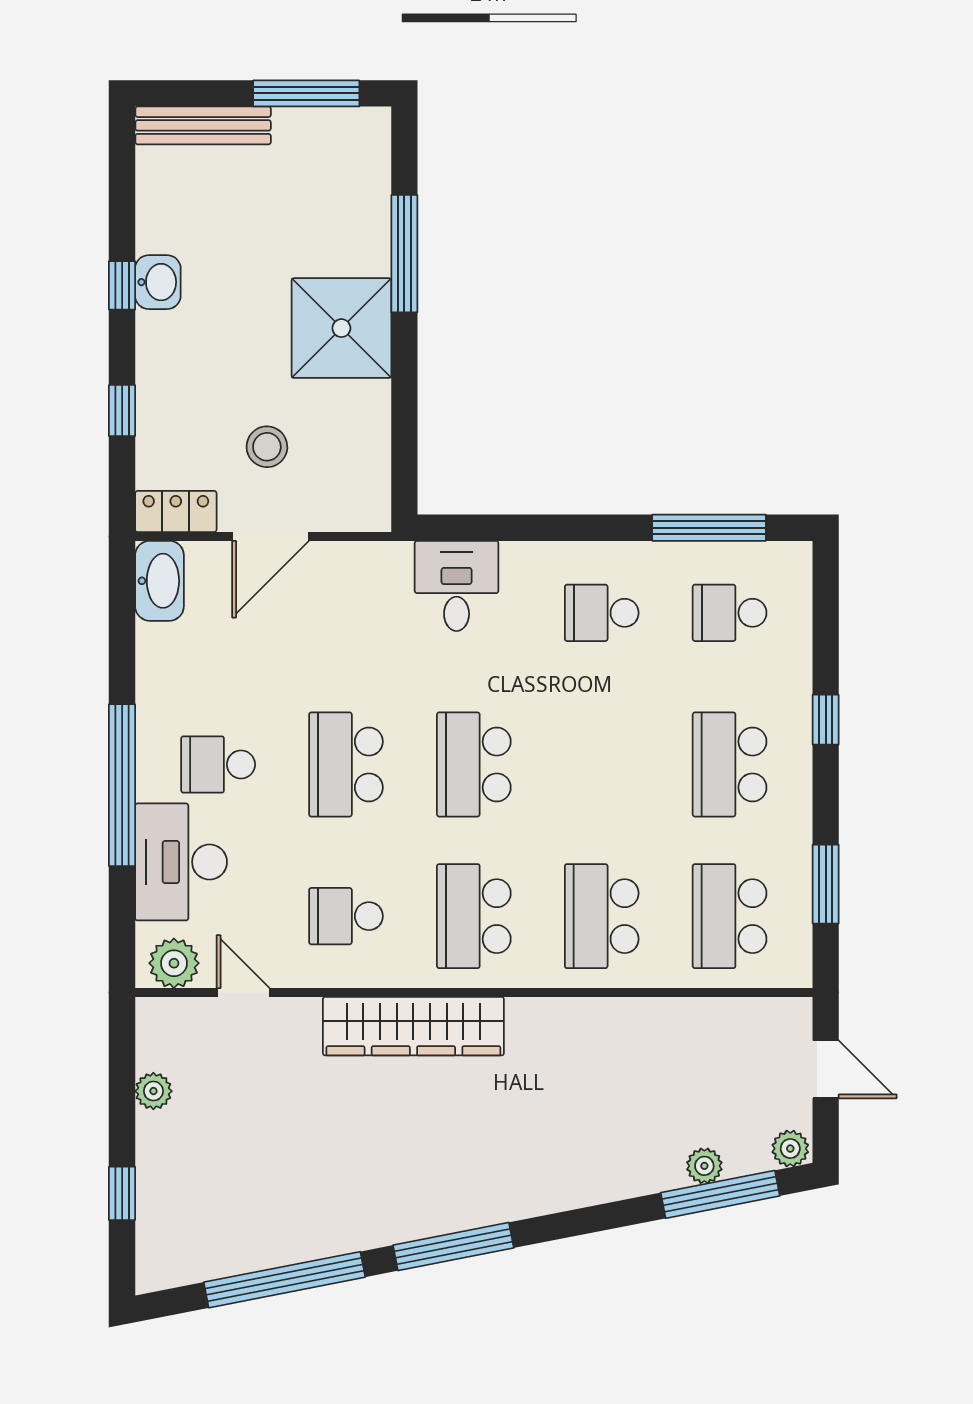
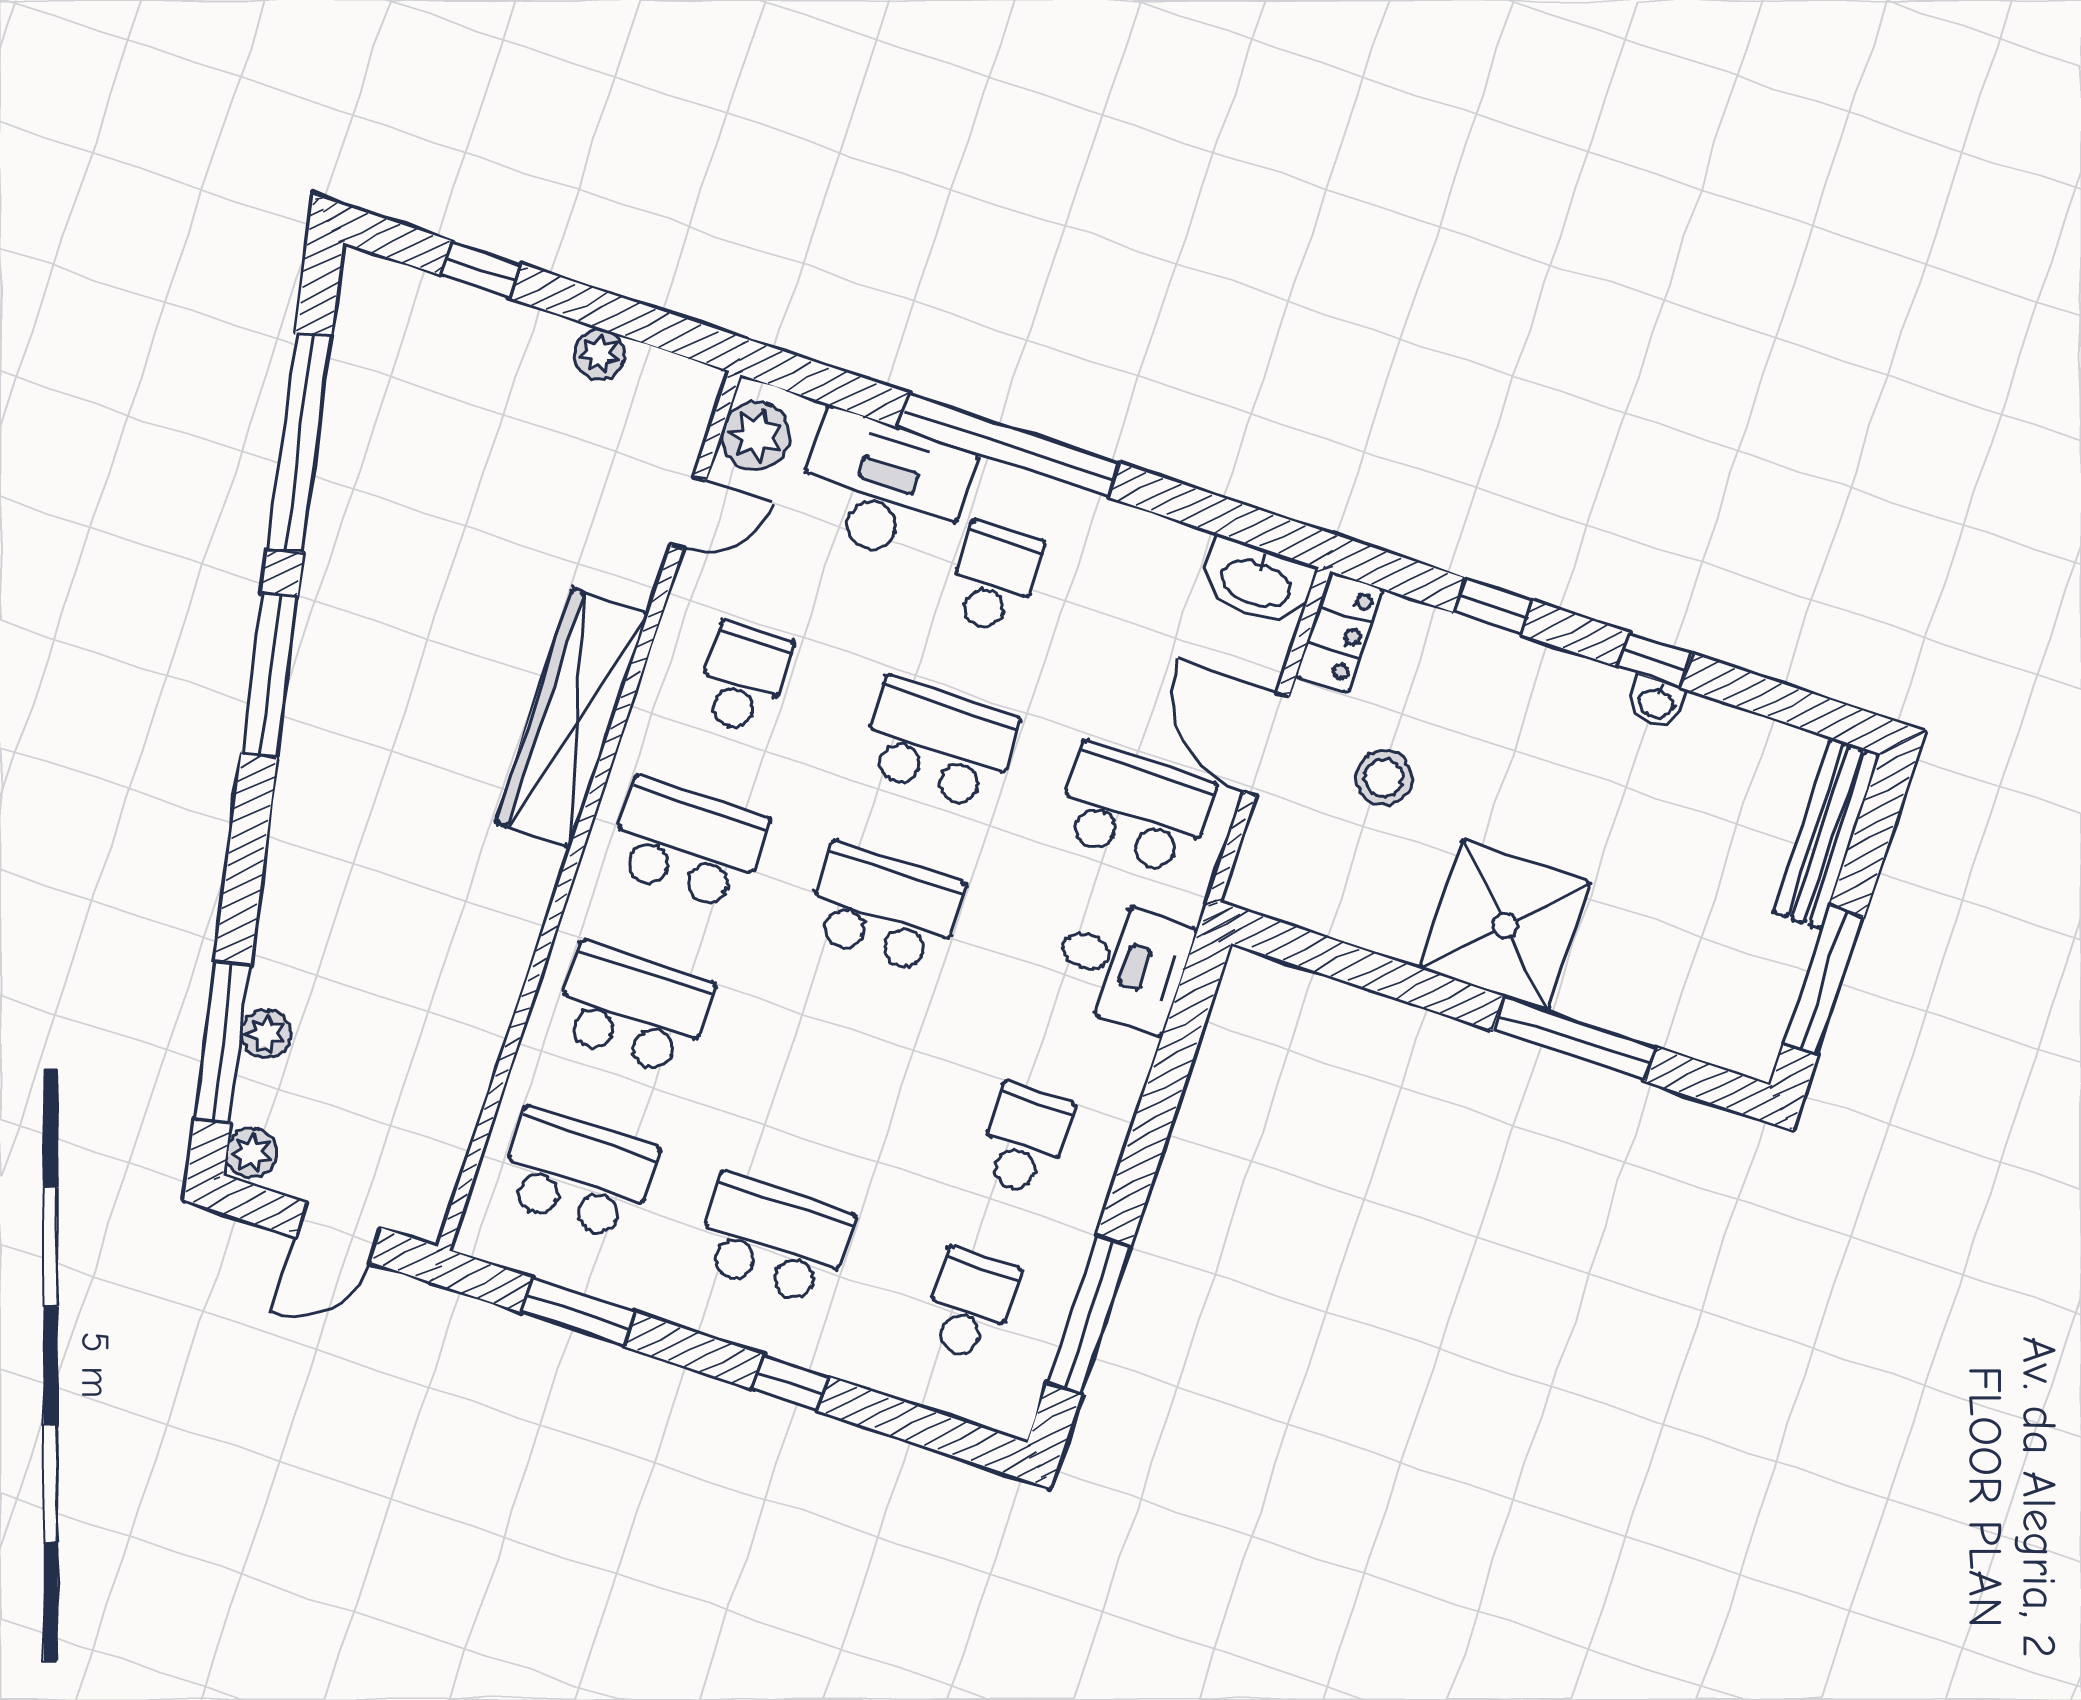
washbasin: (158, 282) -> (1656, 702), width x0.72, depth x0.69
school desk: (346, 613) -> (1135, 809), added

